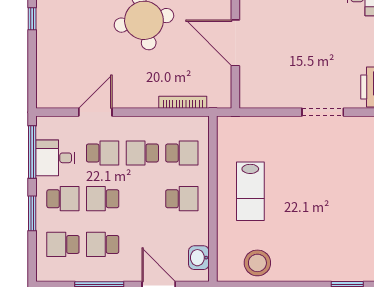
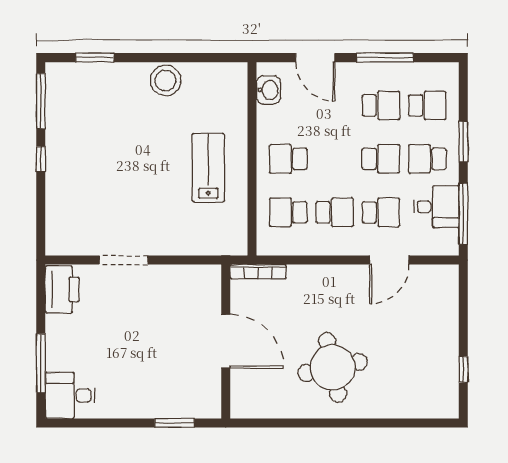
bookcase: (183, 102) -> (258, 272), moved
school desk: (103, 153) -> (381, 212), turned 180
stool: (257, 263) -> (165, 81), moved

